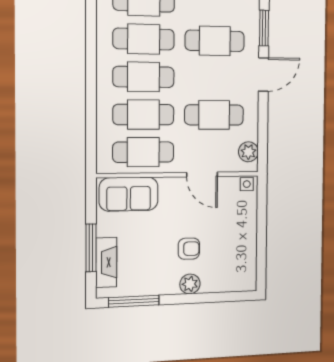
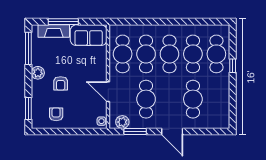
window: (264, 28) -> (135, 131), moved
door: (202, 174) -> (108, 92), hinge flipped
sofa: (129, 194) -> (89, 35), moved, turned -90
armchair: (236, 254) -> (56, 114), added
plant: (190, 284) -> (38, 73), moved
window: (227, 297) -> (28, 108), added

